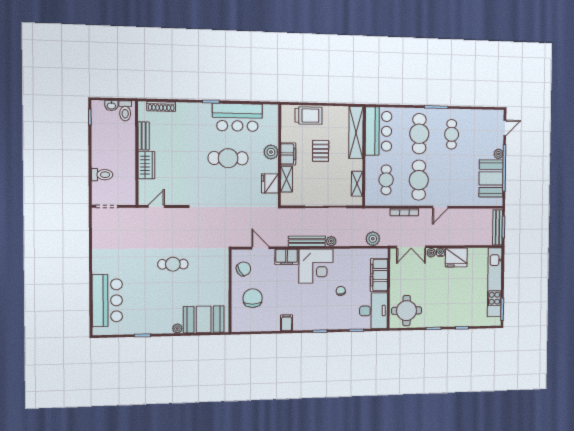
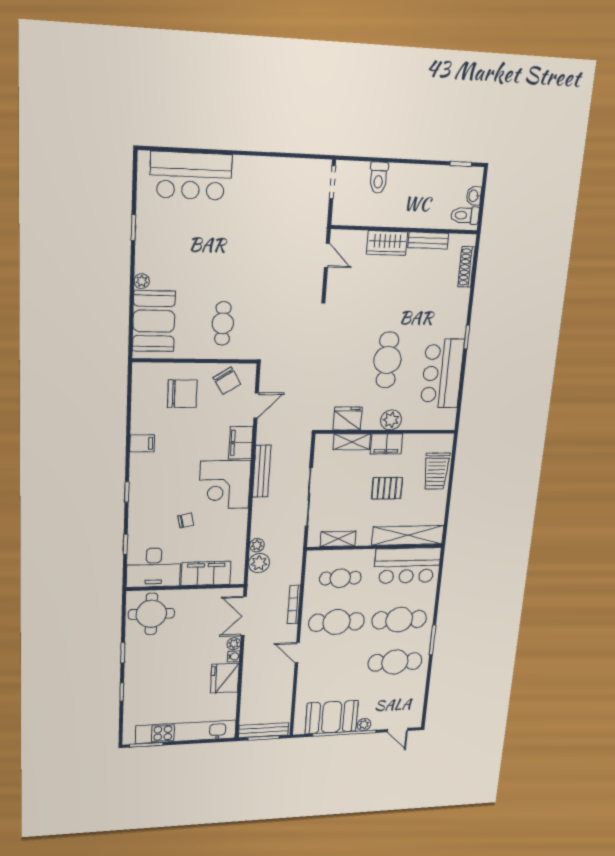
cafe table: (452, 134) -> (395, 662), width x1.37, depth x1.35
plant: (331, 241) -> (257, 545), moved
cafe table: (173, 264) -> (223, 323), moved

